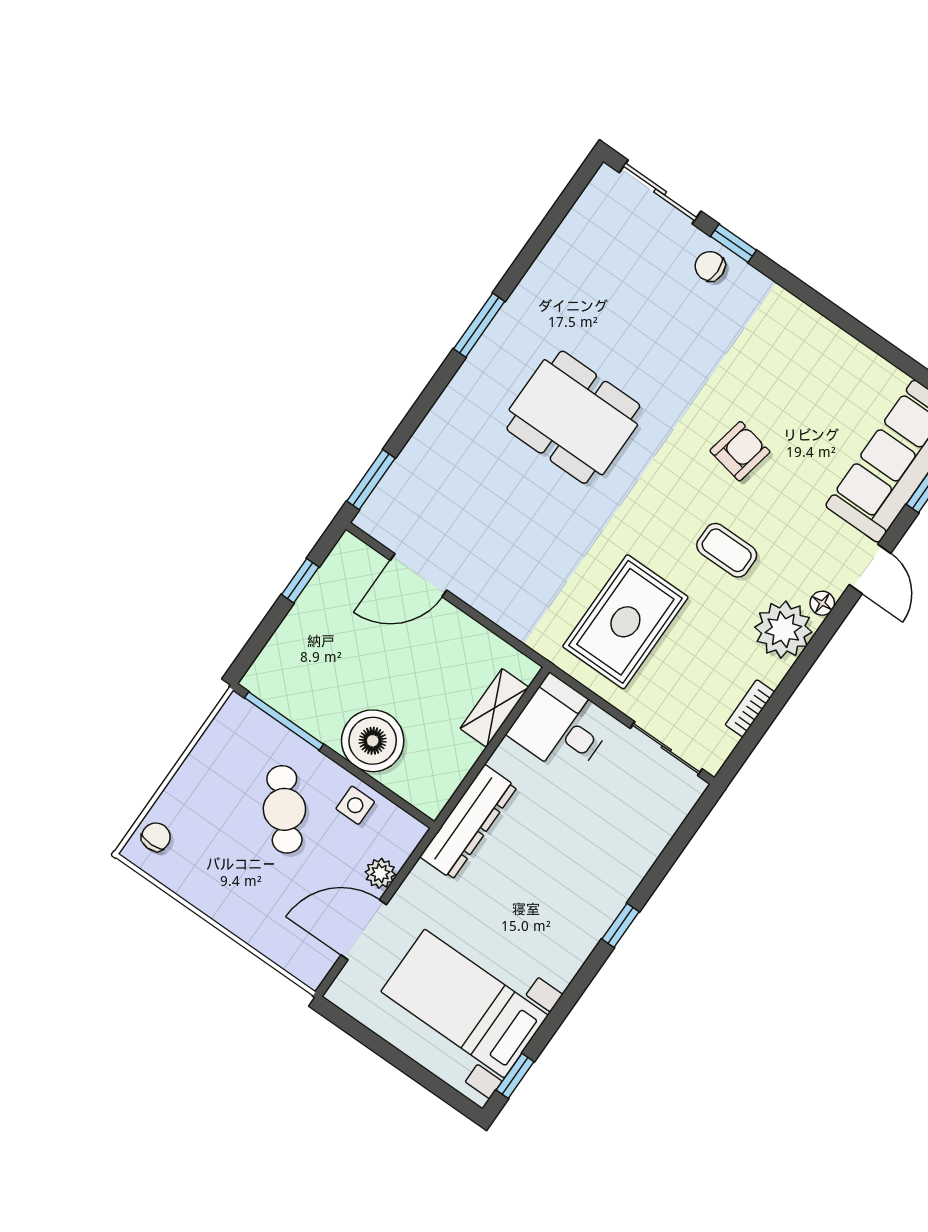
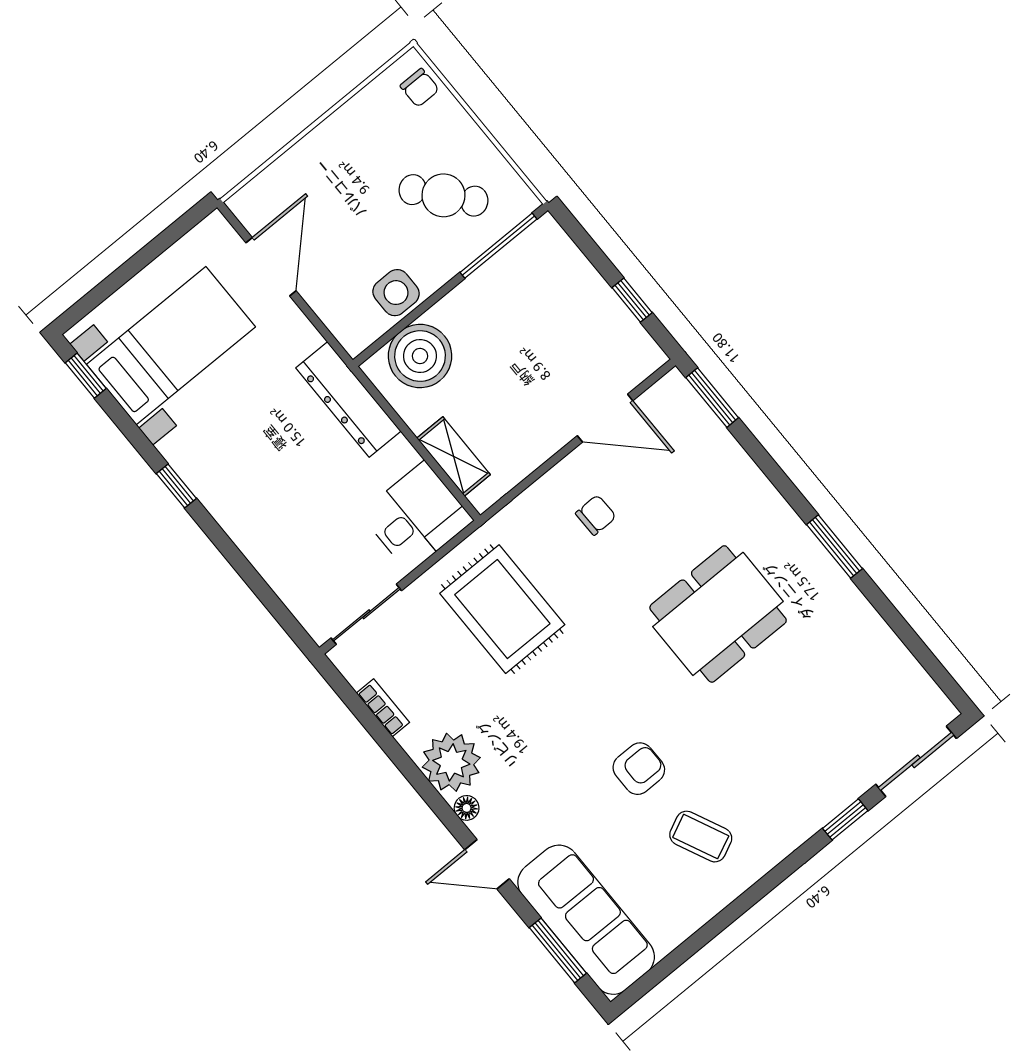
chair: (710, 266) -> (596, 515), moved
armchair: (740, 451) -> (639, 769), turned -101
coffee table: (727, 550) -> (701, 837), moved, turned 65
door: (419, 575) -> (605, 418), swing flipped
boiler: (373, 741) -> (420, 356), moved
side table: (355, 805) -> (396, 293), width x1.37, depth x1.37
cafe table: (284, 809) -> (443, 195), moved
plant: (380, 873) -> (322, 299), removed
window: (620, 925) -> (176, 486), moved

